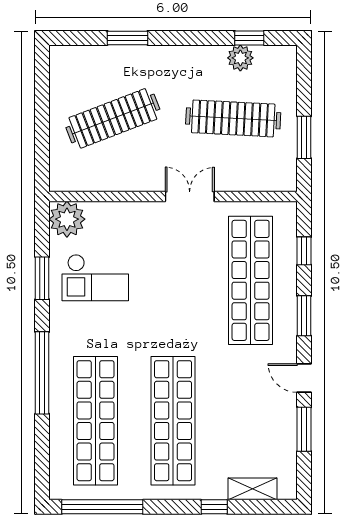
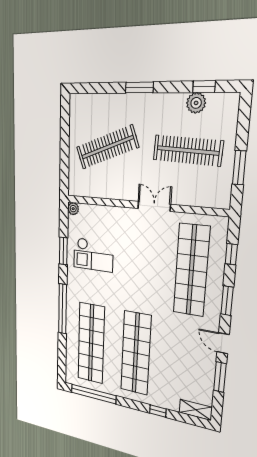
window: (128, 38) -> (139, 87), moved
plant: (67, 219) -> (73, 209), width x0.53, depth x0.53
shelving: (253, 489) -> (196, 410), moved

